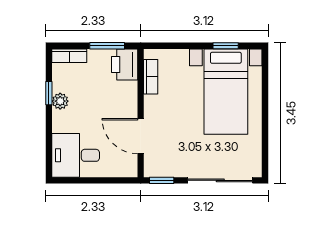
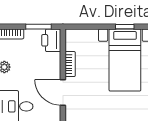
bookcase: (151, 77) -> (70, 64), moved

